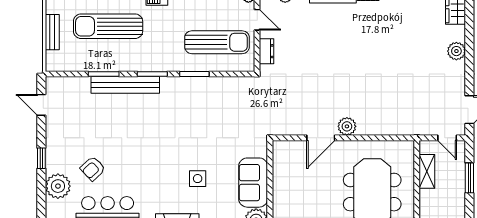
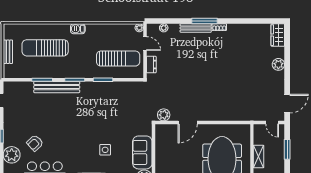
plant: (347, 126) -> (164, 115), moved
shelving: (427, 171) -> (259, 156), moved

